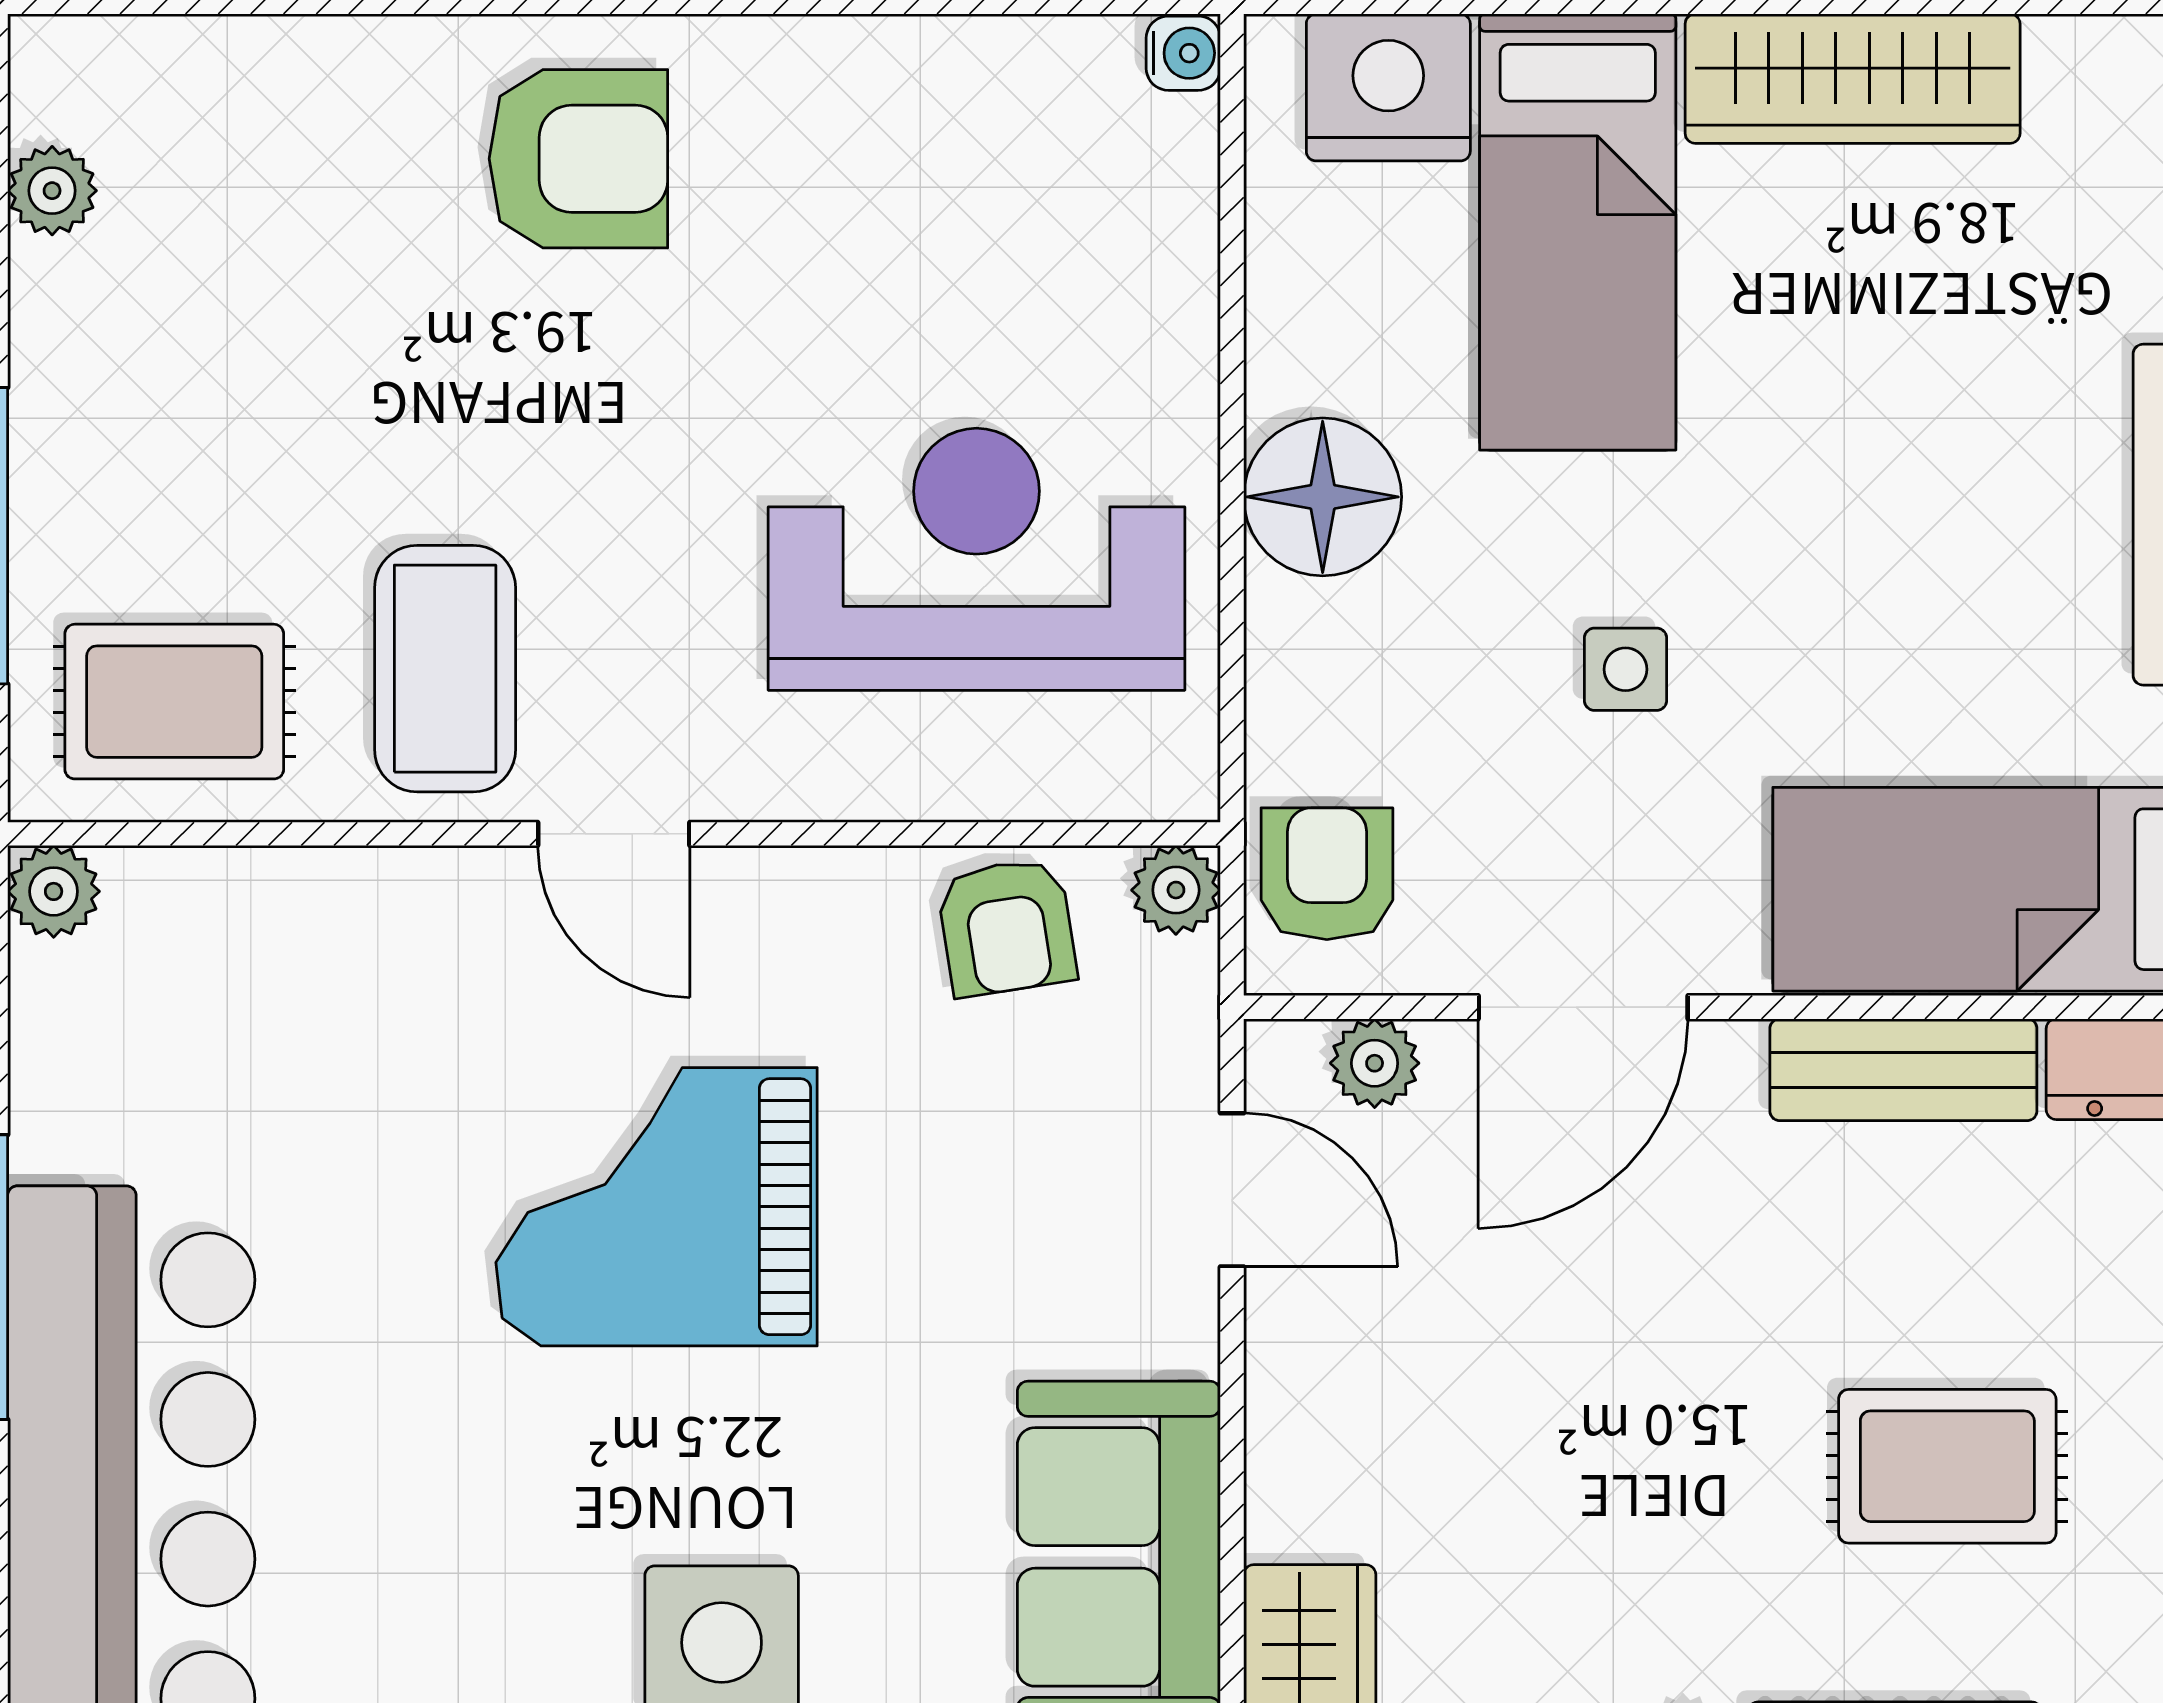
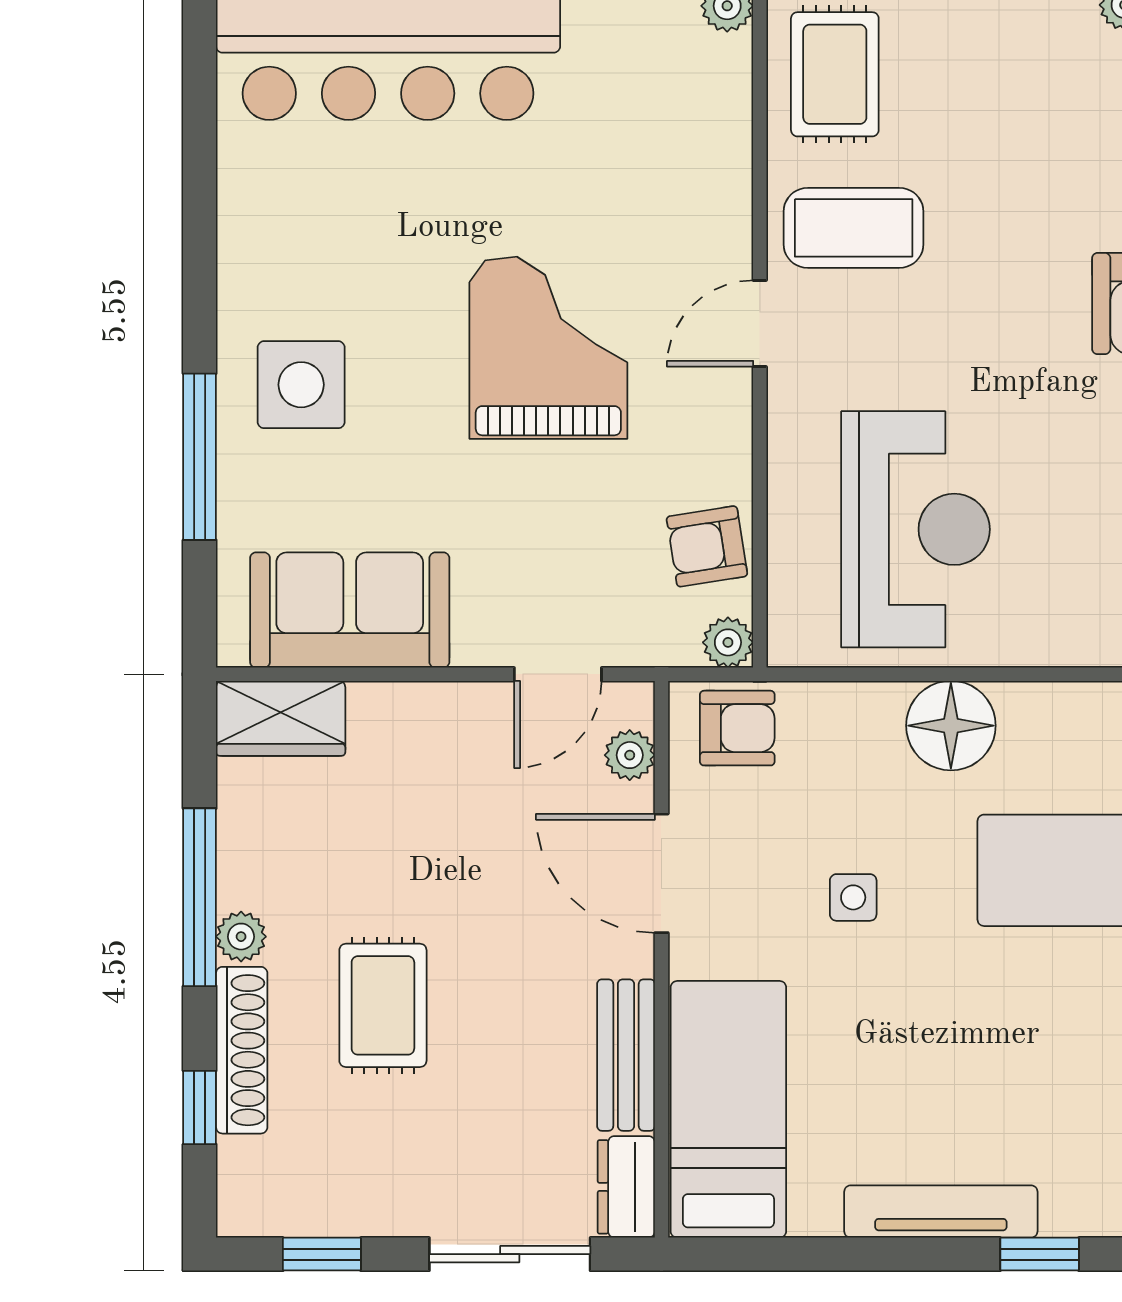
rug: (1947, 1466) -> (383, 1005), moved

